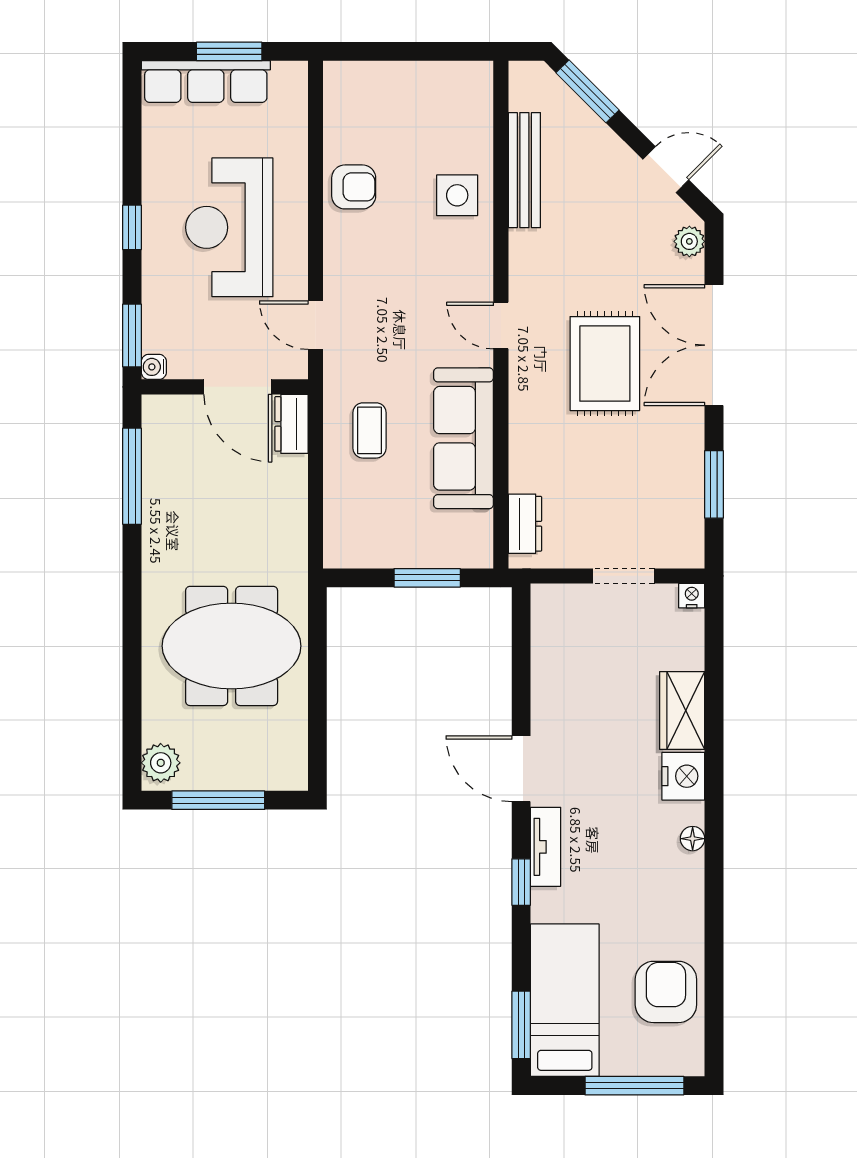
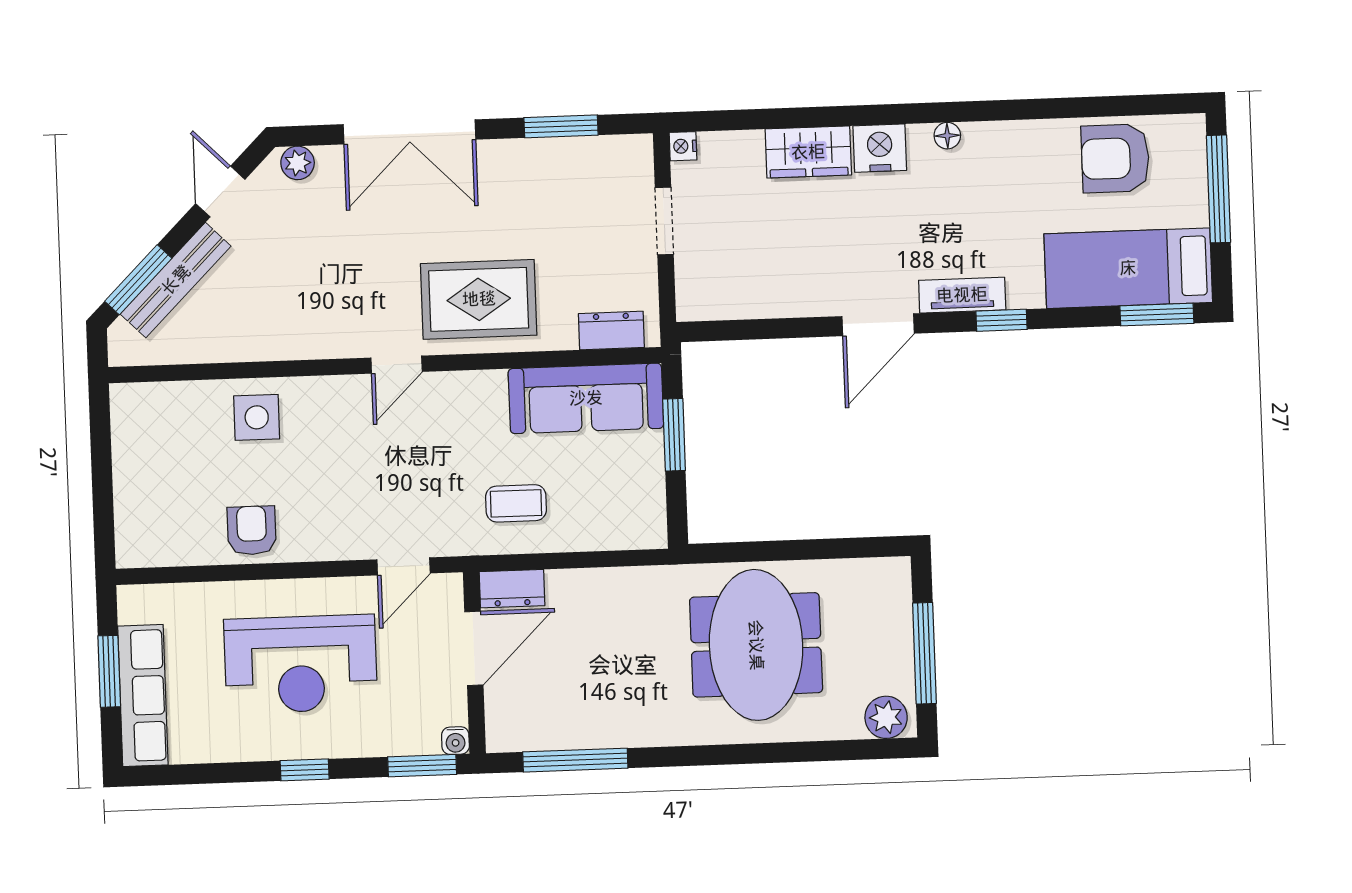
bench: (524, 170) -> (176, 280), moved, turned -45
rug: (605, 364) -> (479, 299), moved
sofa: (463, 438) -> (586, 398), moved

